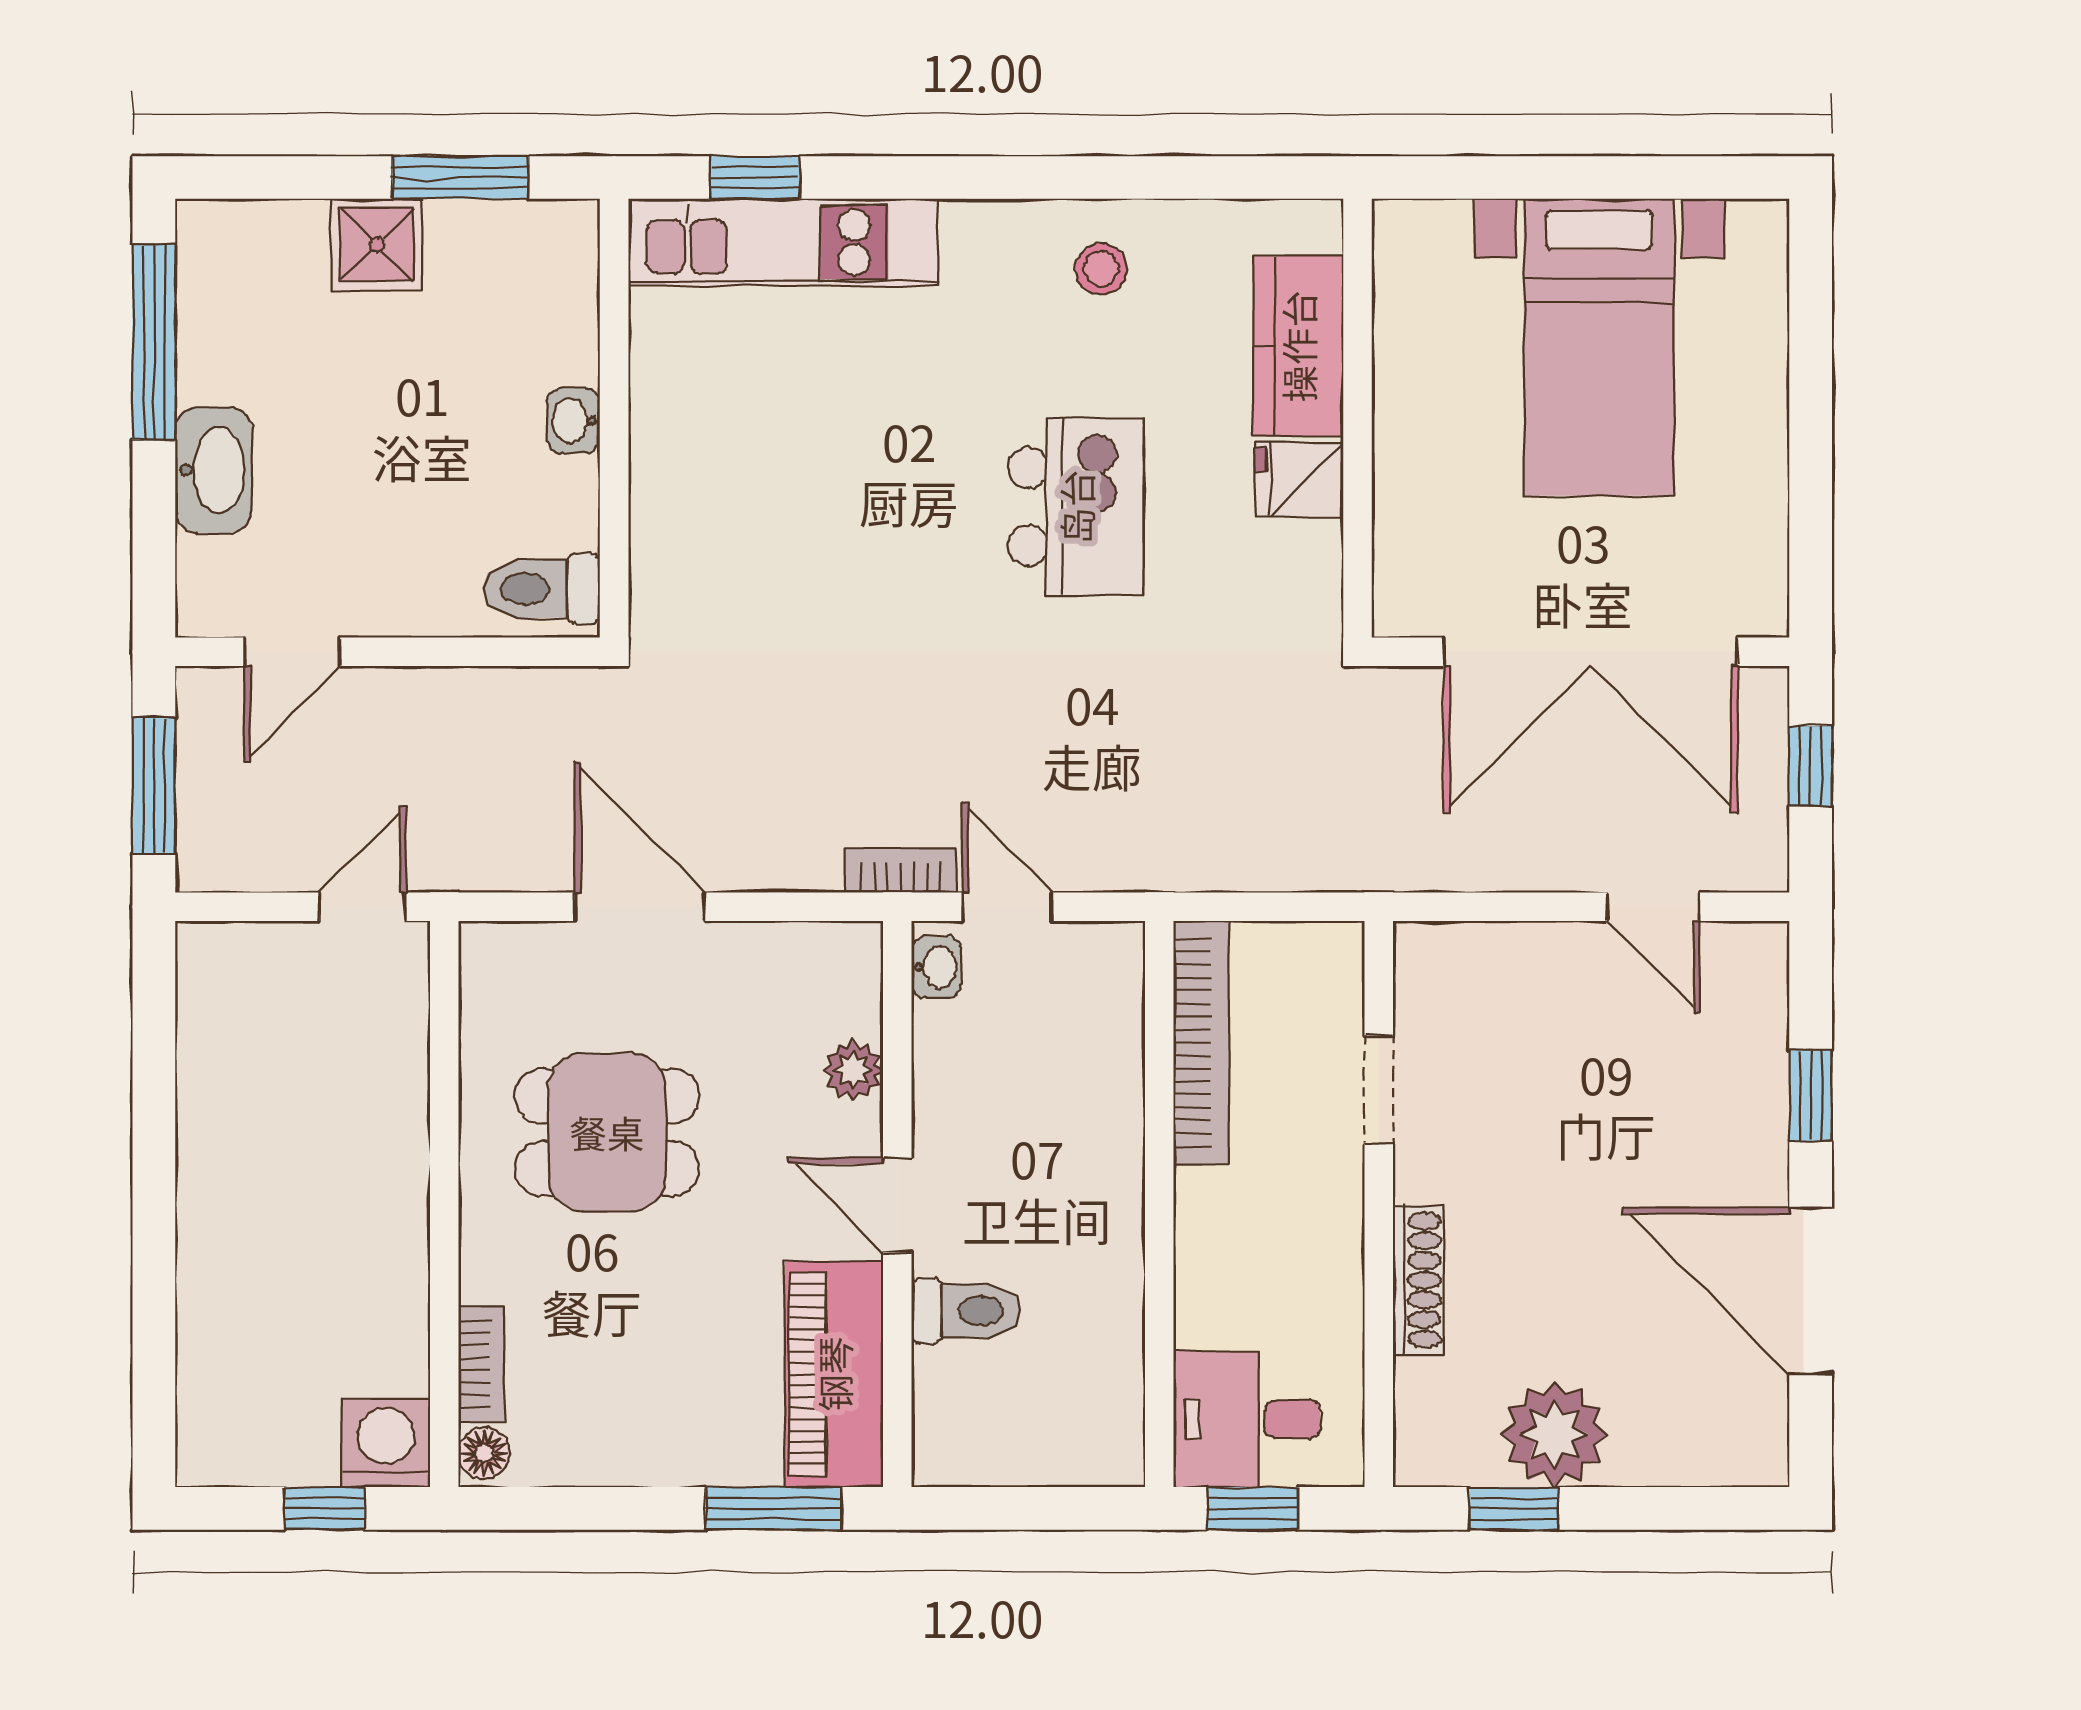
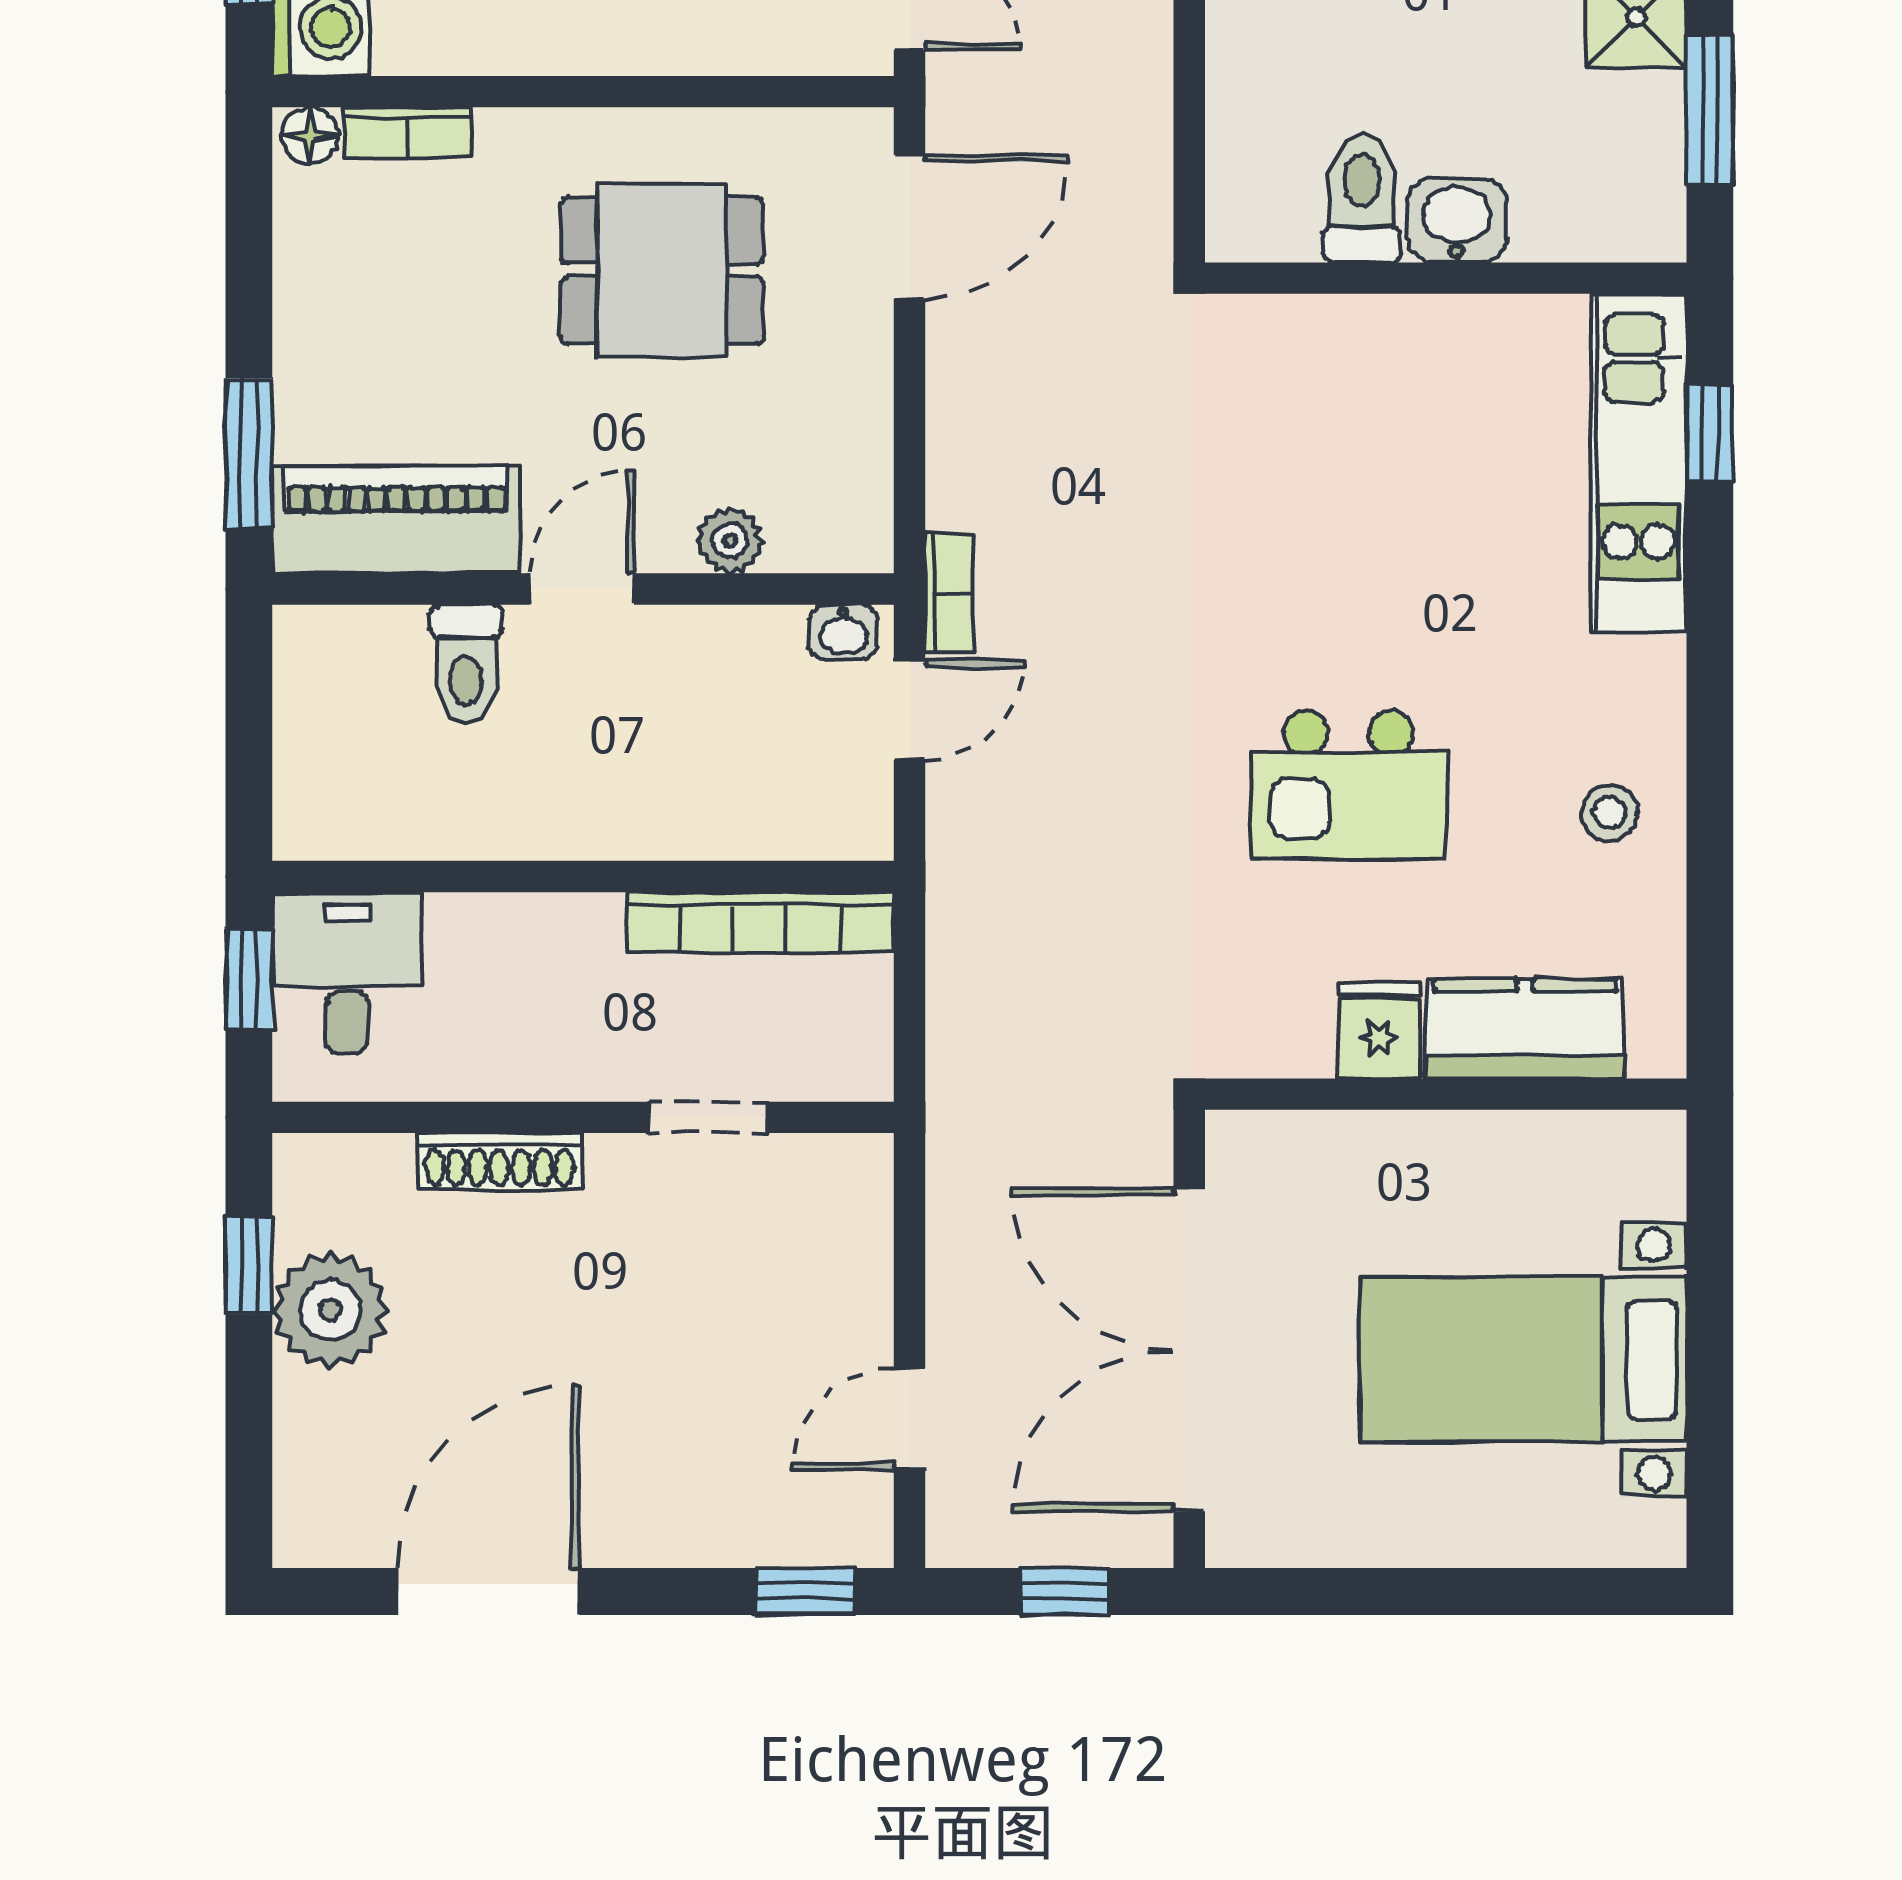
washbasin: (573, 421) -> (1457, 221), width x1.38, depth x1.45
toilet: (541, 589) -> (1362, 198), moved
door: (640, 907) -> (909, 227), moved
window: (1811, 1096) -> (805, 1592), moved
dining table: (607, 1132) -> (662, 270), turned 90

